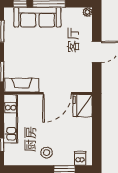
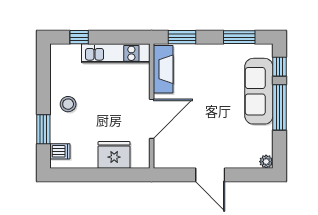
door: (57, 93) -> (152, 119), swing flipped
fridge: (83, 106) -> (114, 155), moved

